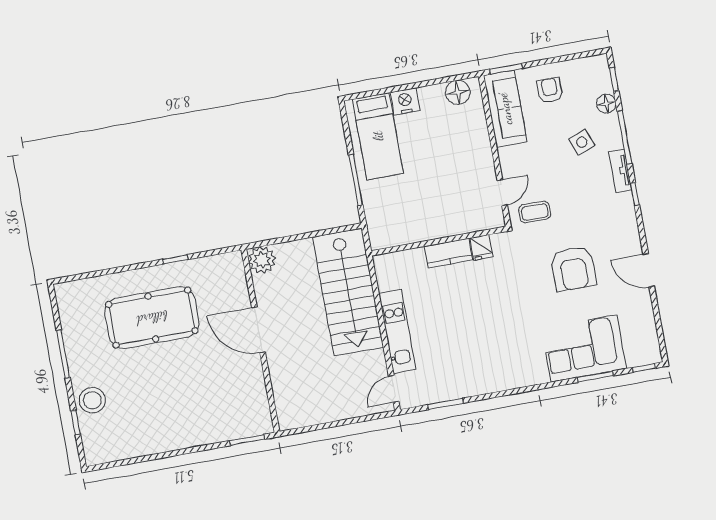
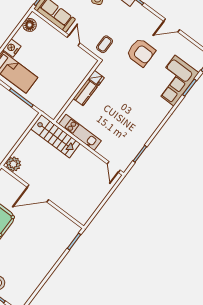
door: (502, 193) -> (73, 40), moved
stairs: (348, 292) -> (55, 136), width x0.73, depth x0.66
kitchen unit: (397, 331) -> (80, 132), moved

